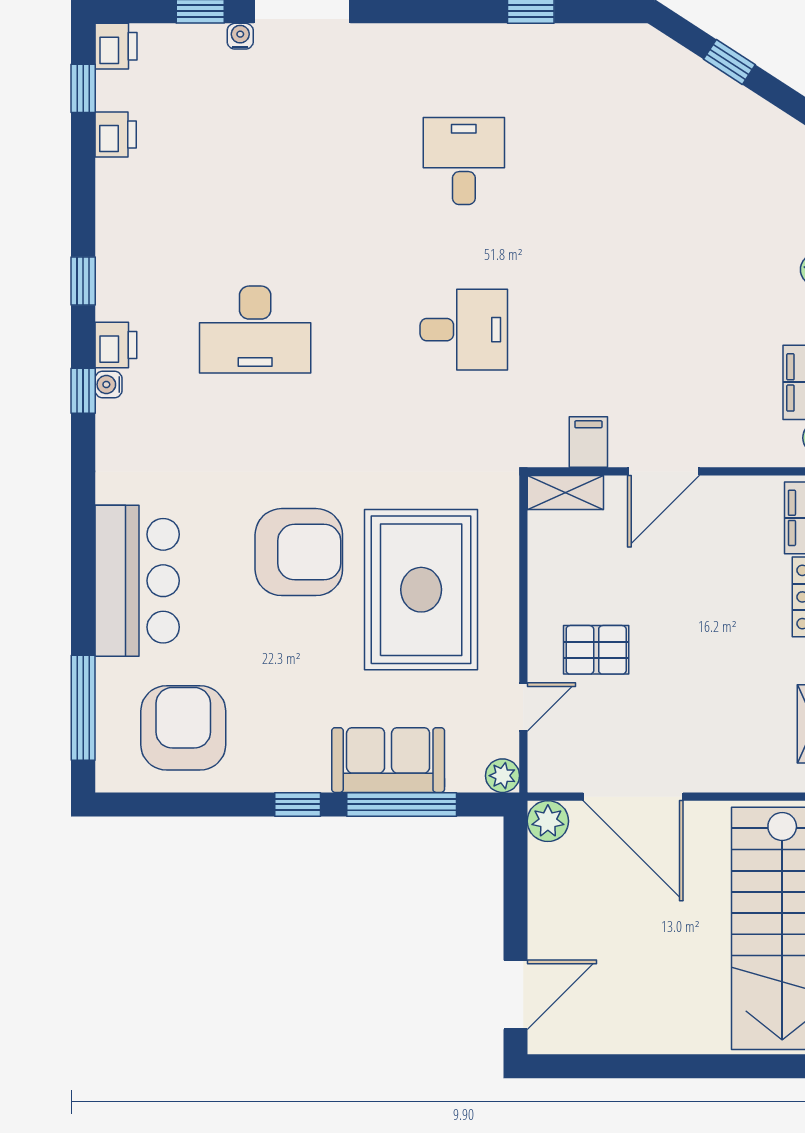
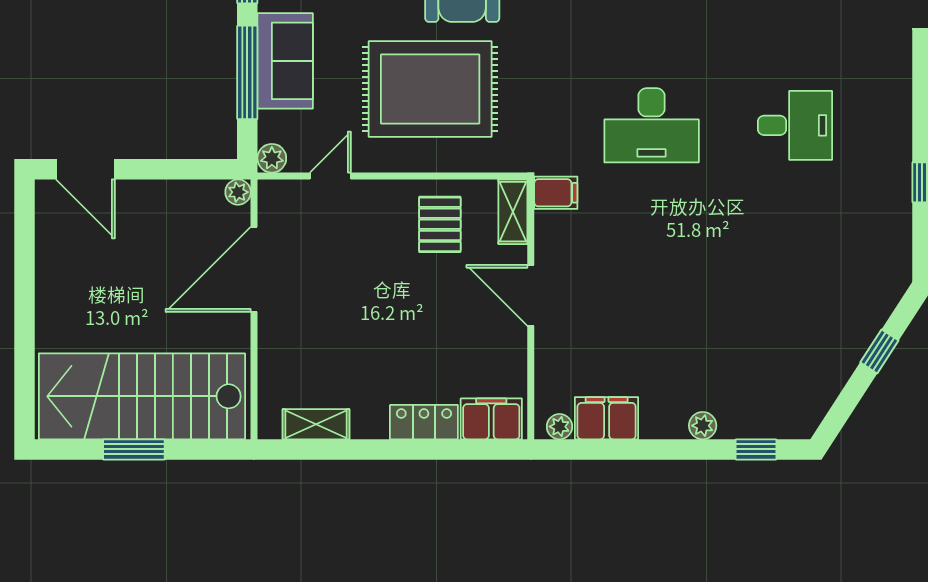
desk: (464, 330) -> (652, 125), width x1.37
filing cabinet: (588, 442) -> (556, 193), moved
pallet: (596, 650) -> (440, 224), moved
door: (523, 707) -> (330, 176), swing flipped
plant: (548, 821) -> (238, 192), width x0.73, depth x0.73

